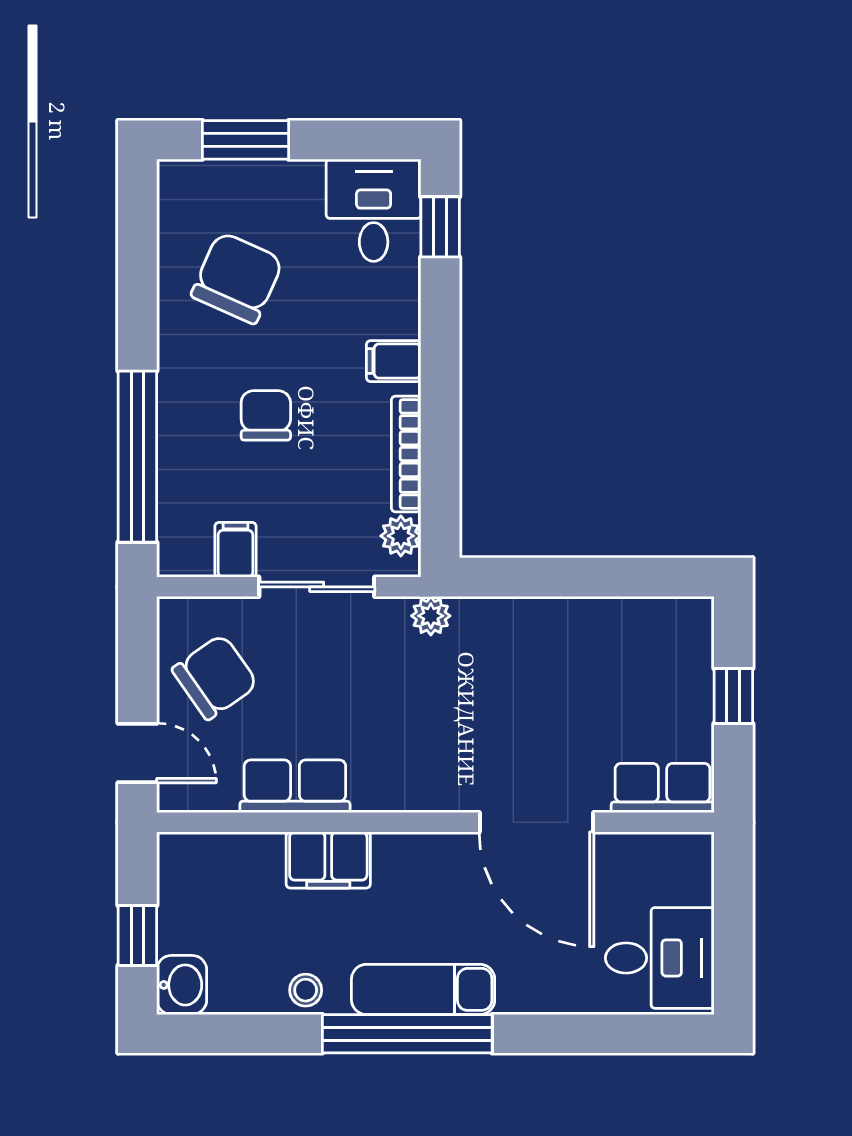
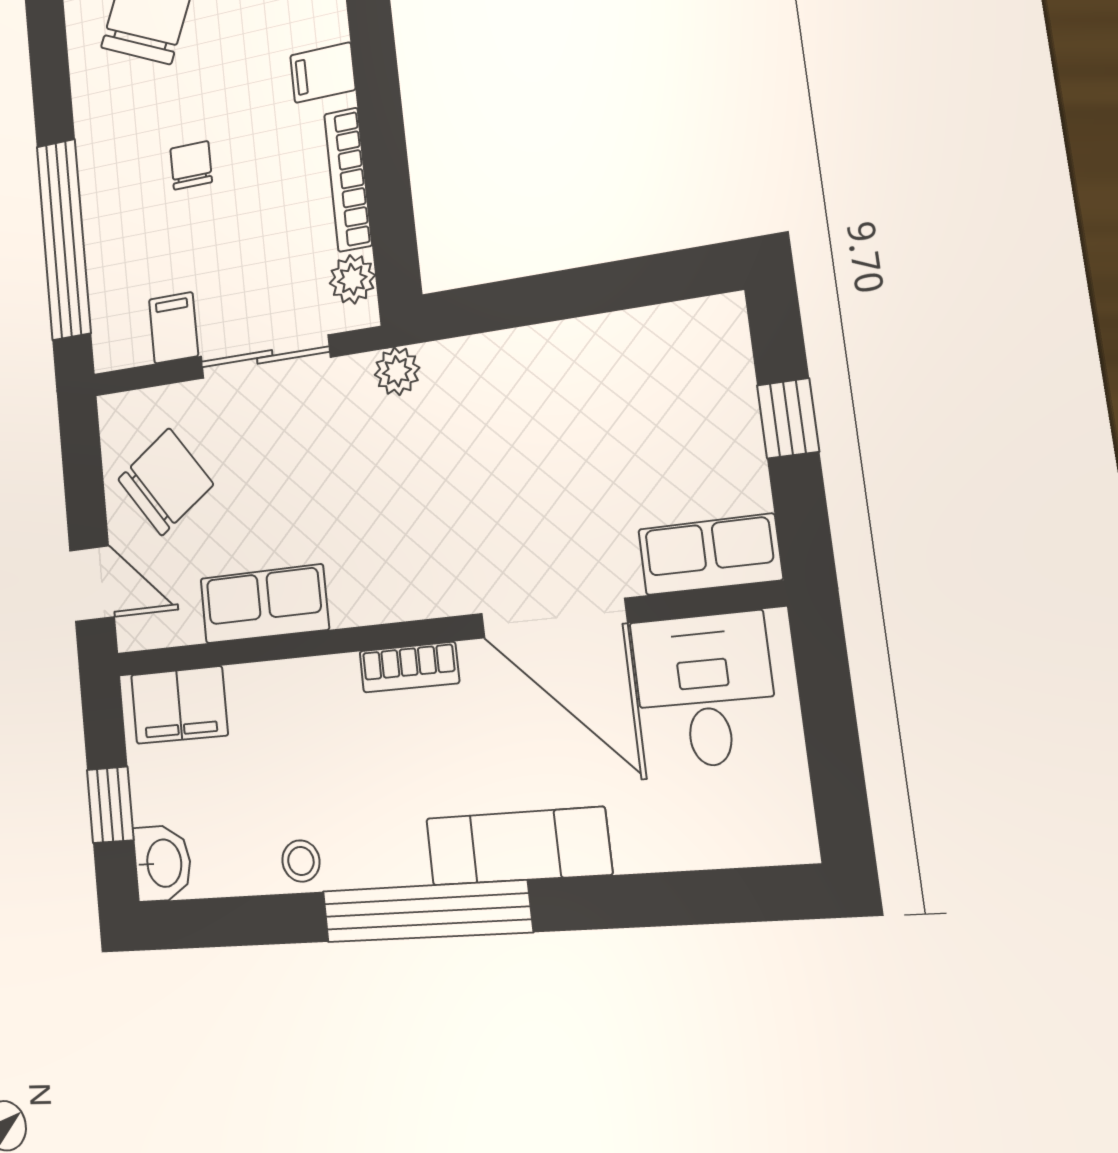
chair: (266, 415) -> (191, 165), width x0.73, depth x0.73
bookcase: (415, 848) -> (409, 667), added
filing cabinet: (328, 860) -> (179, 705), moved
desk: (660, 958) -> (705, 690), moved, turned -90
exam couch: (423, 989) -> (518, 846), moved

